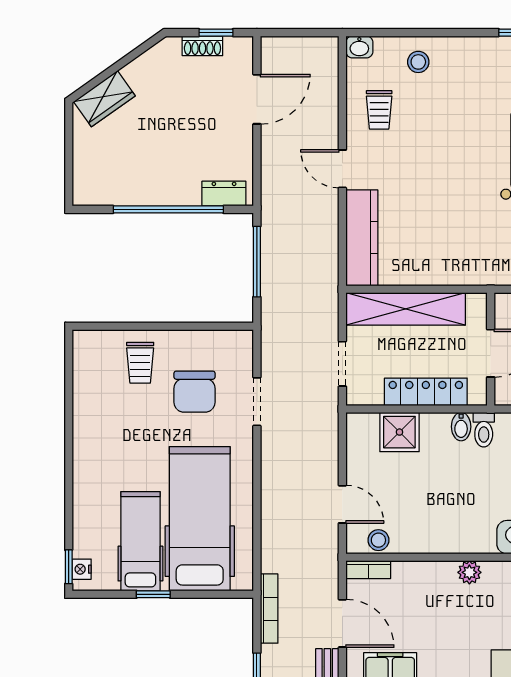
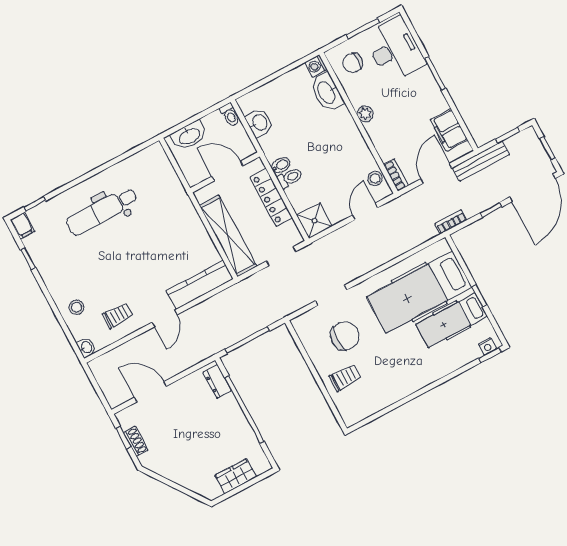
wardrobe: (104, 99) -> (236, 476), moved, turned -55
toilet: (484, 430) -> (290, 178), moved
shower: (399, 432) -> (315, 221), moved
bookcase: (269, 609) -> (451, 222), width x0.64

